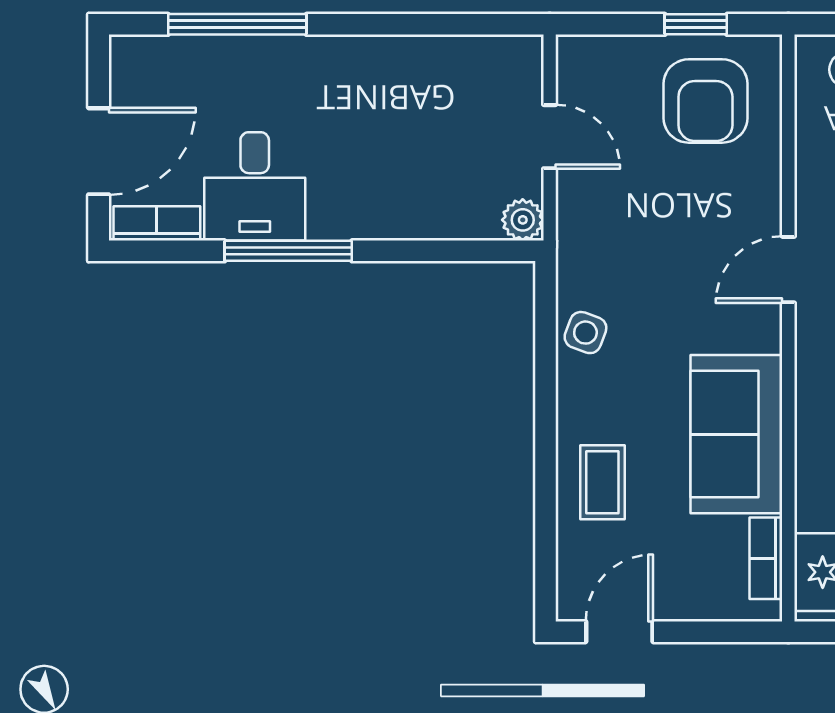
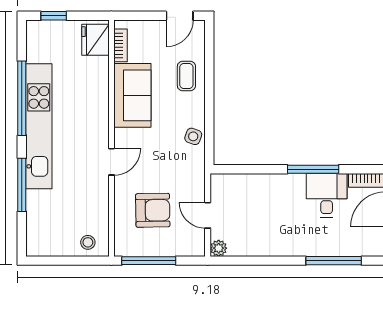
window: (696, 24) -> (149, 261), width x2.17
armchair: (705, 101) -> (153, 210), moved, turned 89
plant: (523, 220) -> (219, 248), moved

